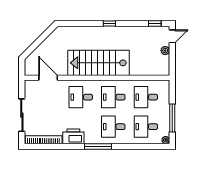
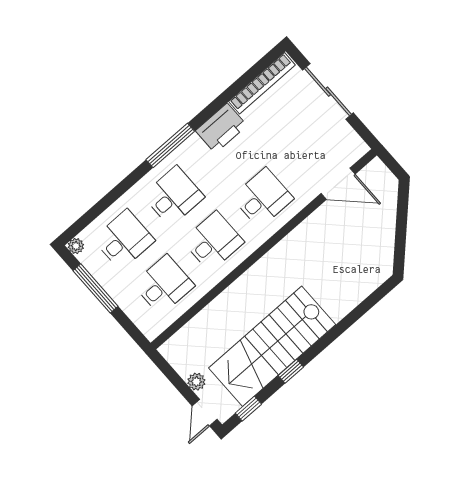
window: (109, 24) -> (291, 371), moved
stairs: (98, 63) -> (272, 346), moved, turned 180

